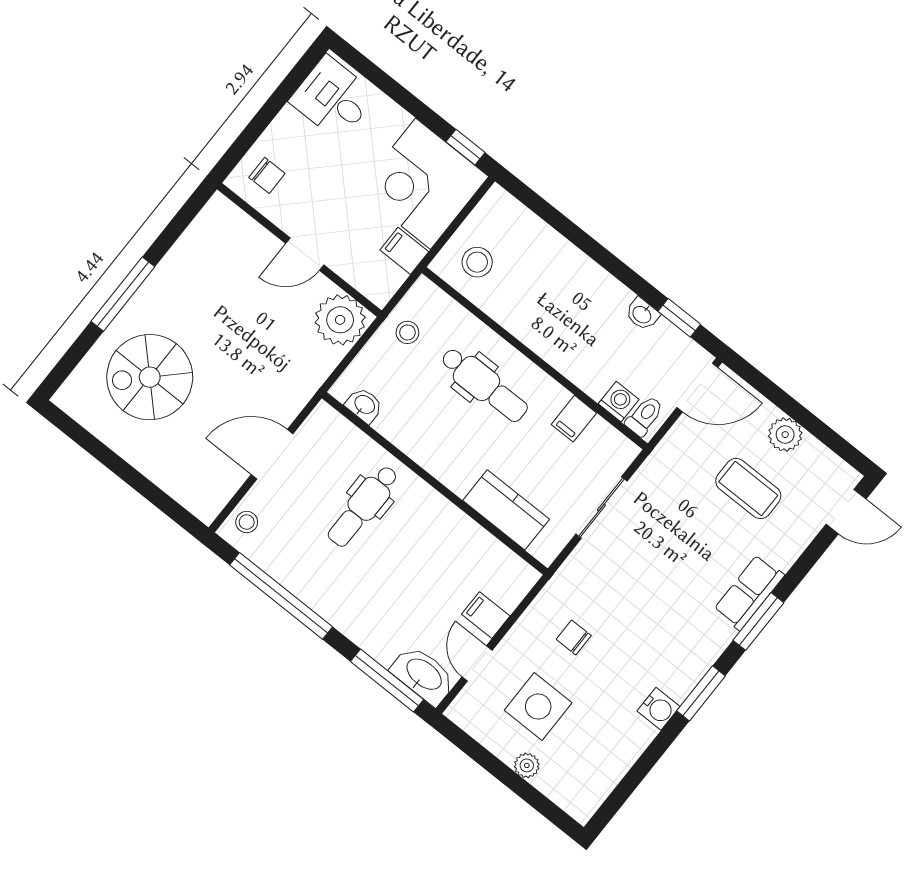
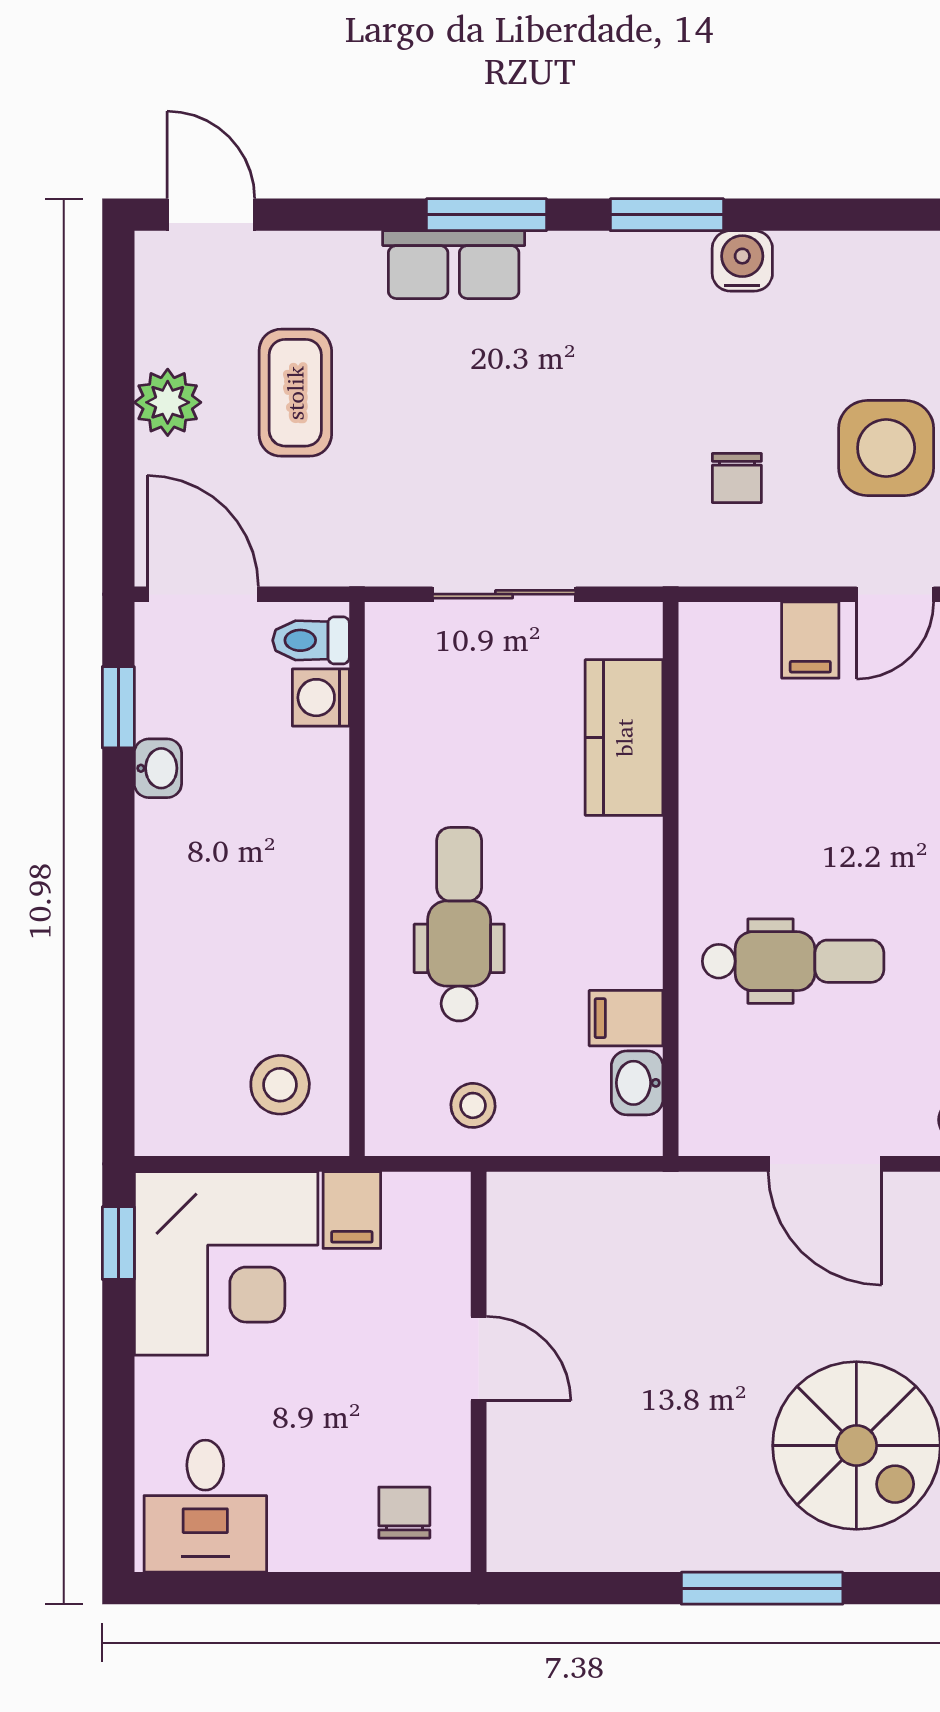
plant: (340, 320) -> (536, 1224), removed
filing cabinet: (574, 419) -> (626, 1018), moved, turned 180

